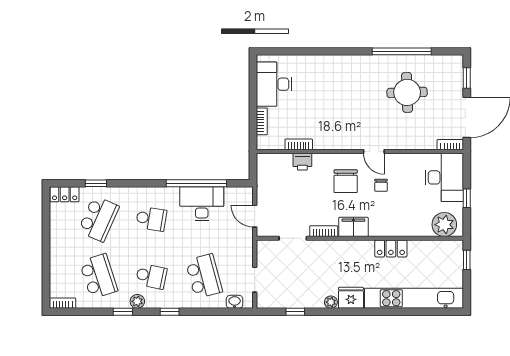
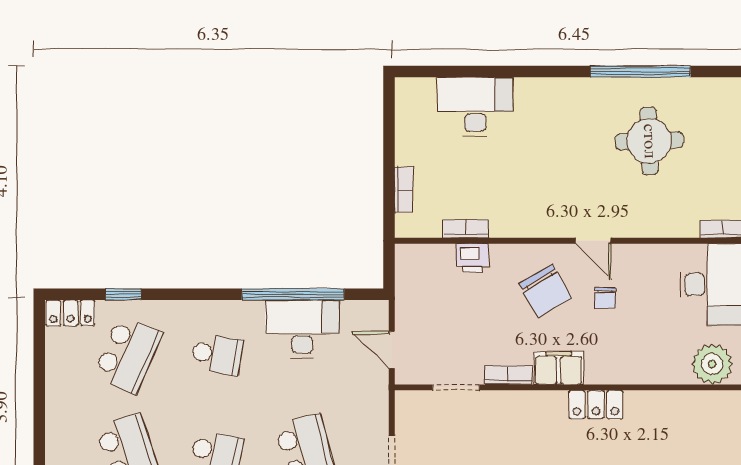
desk: (274, 84) -> (475, 107), moved, turned 90
chair: (346, 181) -> (545, 291), turned -30
locker: (391, 249) -> (596, 405), moved

